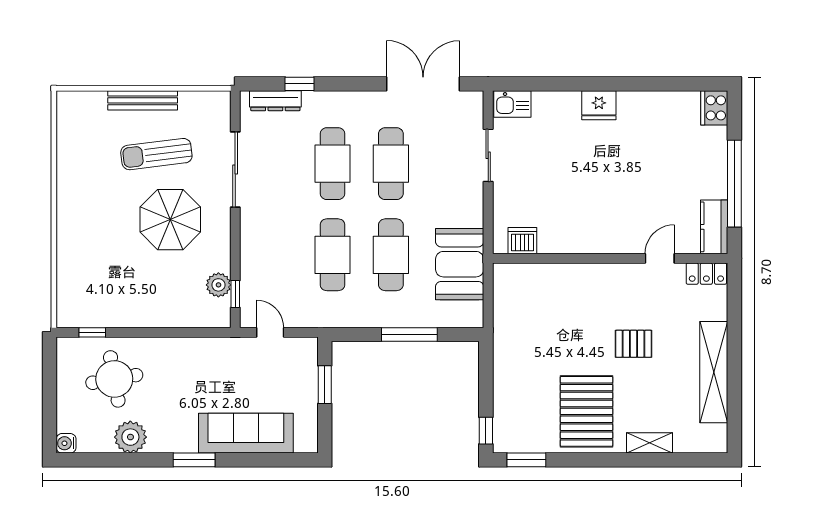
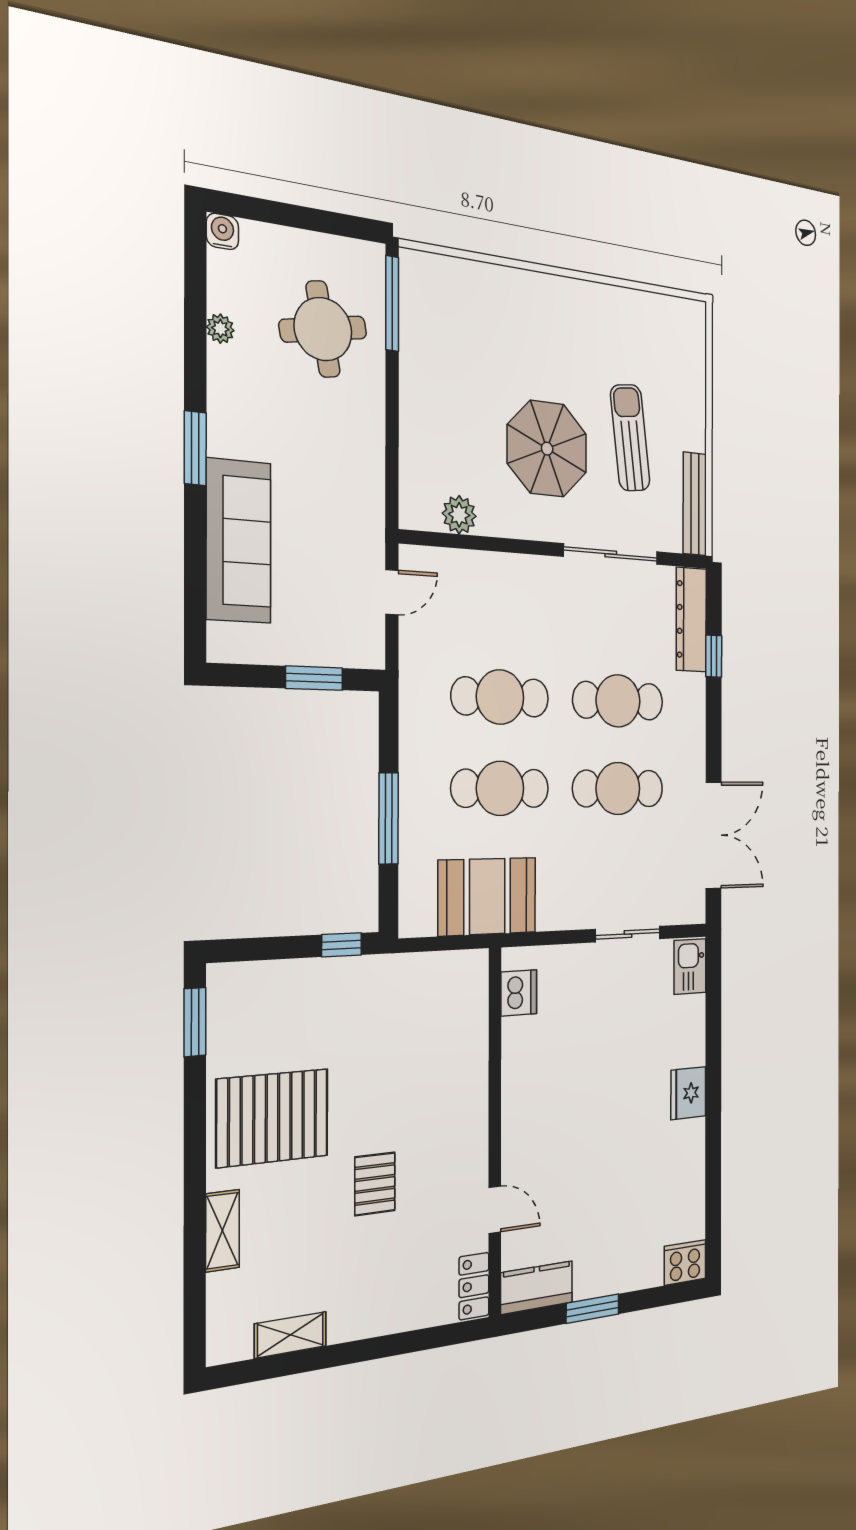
bench: (143, 100) -> (695, 504), moved
dresser: (275, 101) -> (691, 620), width x1.37, depth x1.24
window: (734, 184) -> (593, 1309), width x0.47
window: (235, 294) -> (447, 540), removed
window: (92, 332) -> (392, 303), width x2.17
shelving: (714, 372) -> (290, 1335), width x0.45, depth x0.75
window: (486, 431) -> (342, 945), moved
plant: (130, 437) -> (220, 329), width x0.53, depth x0.53

